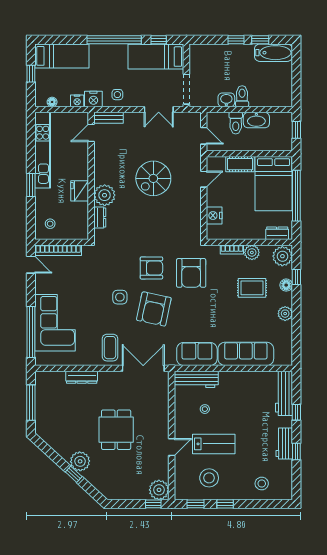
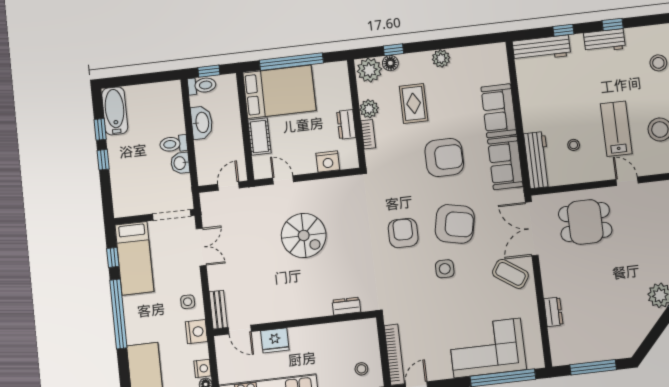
nightstand: (77, 101) -> (203, 368), moved
toilet: (236, 123) -> (202, 85), moved
spiral stairs: (153, 178) -> (304, 235), moved
fridge: (80, 191) -> (275, 340), moved
plant: (105, 195) -> (317, 303), removed
dresser: (277, 233) -> (346, 124), moved
armchair: (191, 273) -> (444, 157), moved
floor lamp: (286, 285) -> (390, 63), moved
coffee table: (110, 348) -> (510, 274), turned 34
sofa: (246, 354) -> (499, 111), width x0.73
dresser: (82, 377) -> (553, 312), width x0.70
dining table: (116, 430) -> (585, 222), moved

